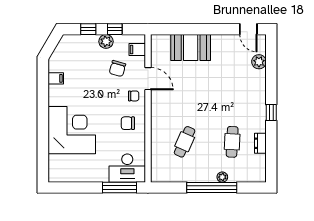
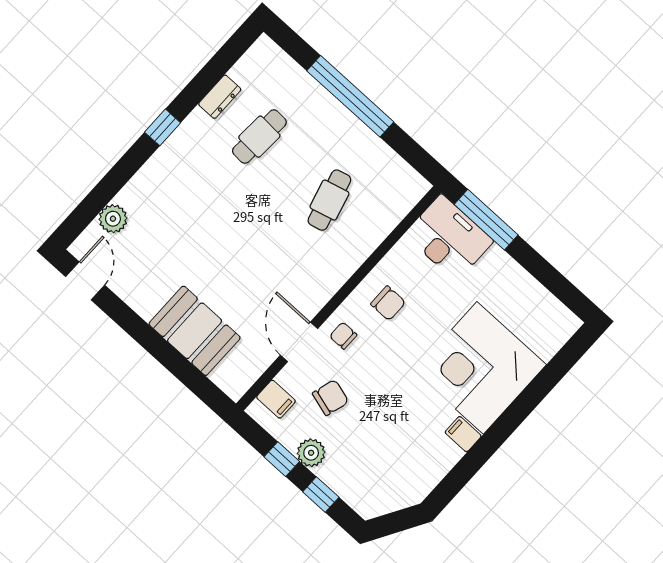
filing cabinet: (56, 78) -> (463, 434), moved
cafe table: (185, 142) -> (329, 200), turned -39
plant: (222, 177) -> (321, 98), removed

